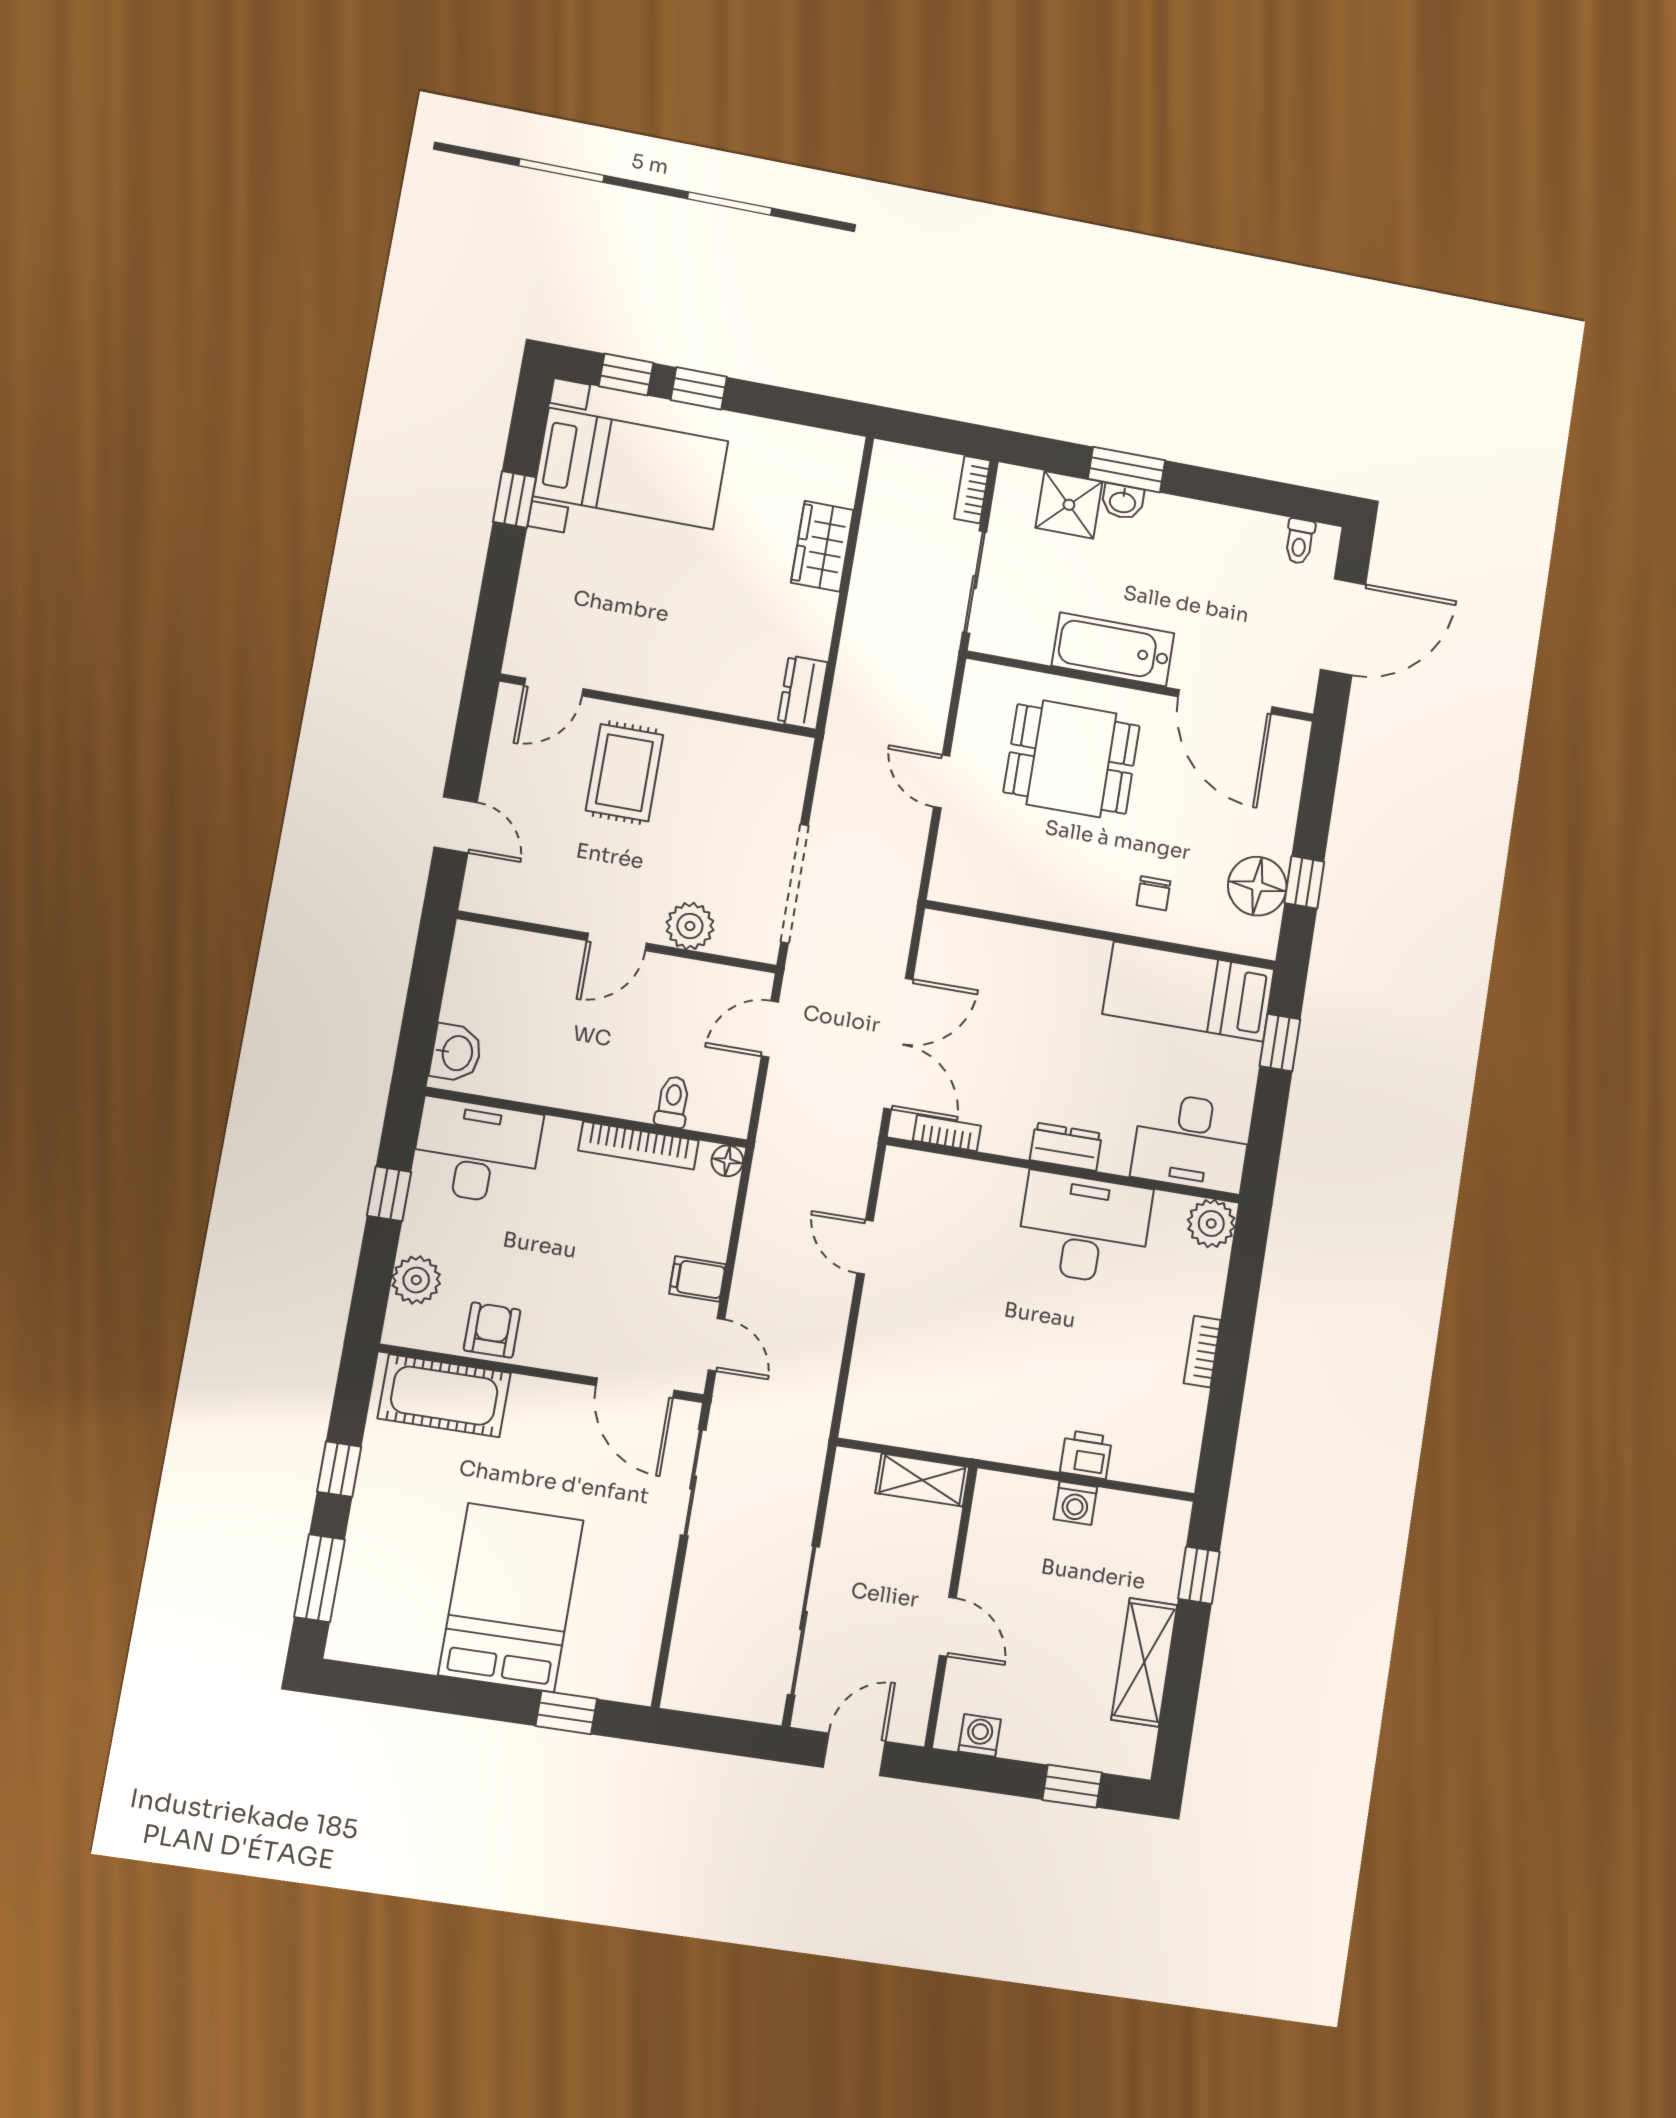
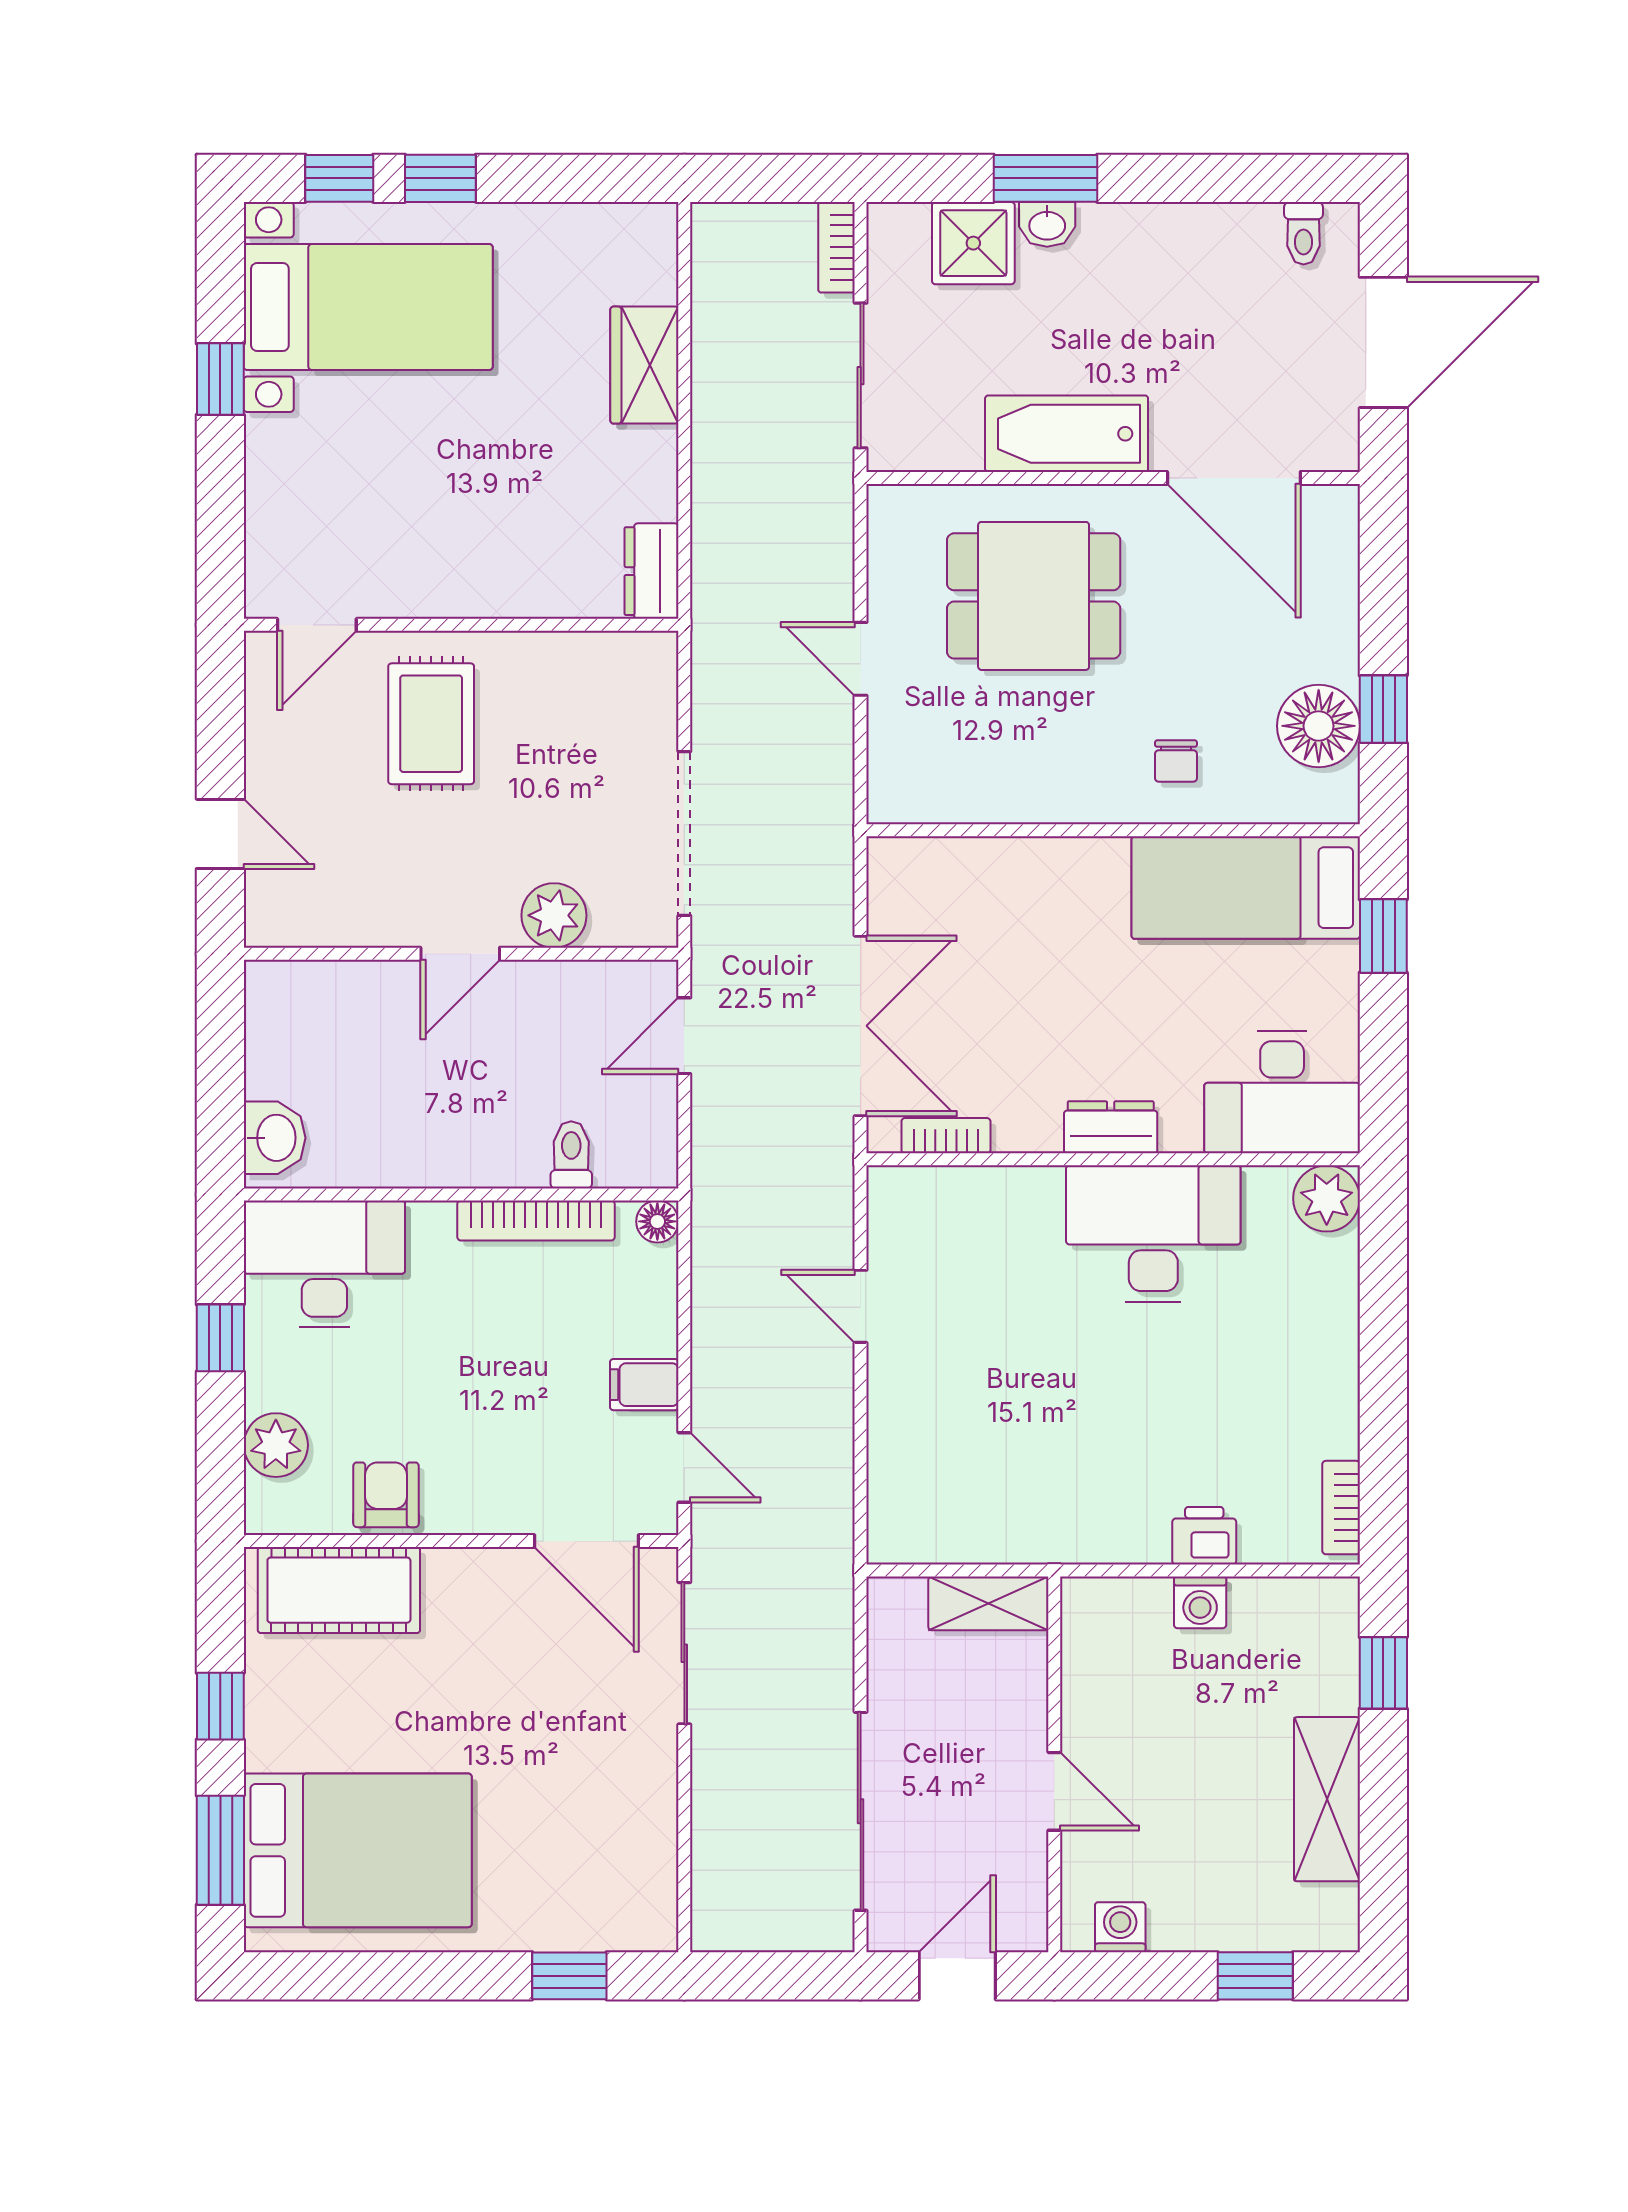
bookcase: (1202, 1352) -> (1341, 1508), moved
bed: (511, 1598) -> (358, 1850), moved, turned 90

